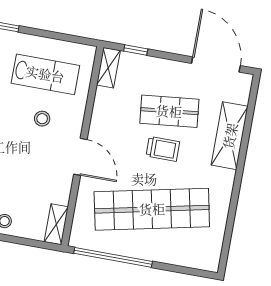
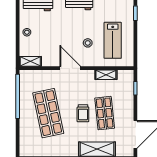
shelving: (108, 68) -> (106, 75), moved
door: (80, 157) -> (70, 68), swing flipped
shop shelf: (152, 209) -> (48, 113), width x0.71

